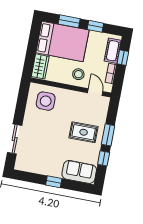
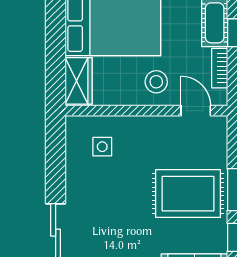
side table: (46, 101) -> (102, 147), width x0.54, depth x0.54
rug: (84, 132) -> (188, 194), width x1.36, depth x1.43

